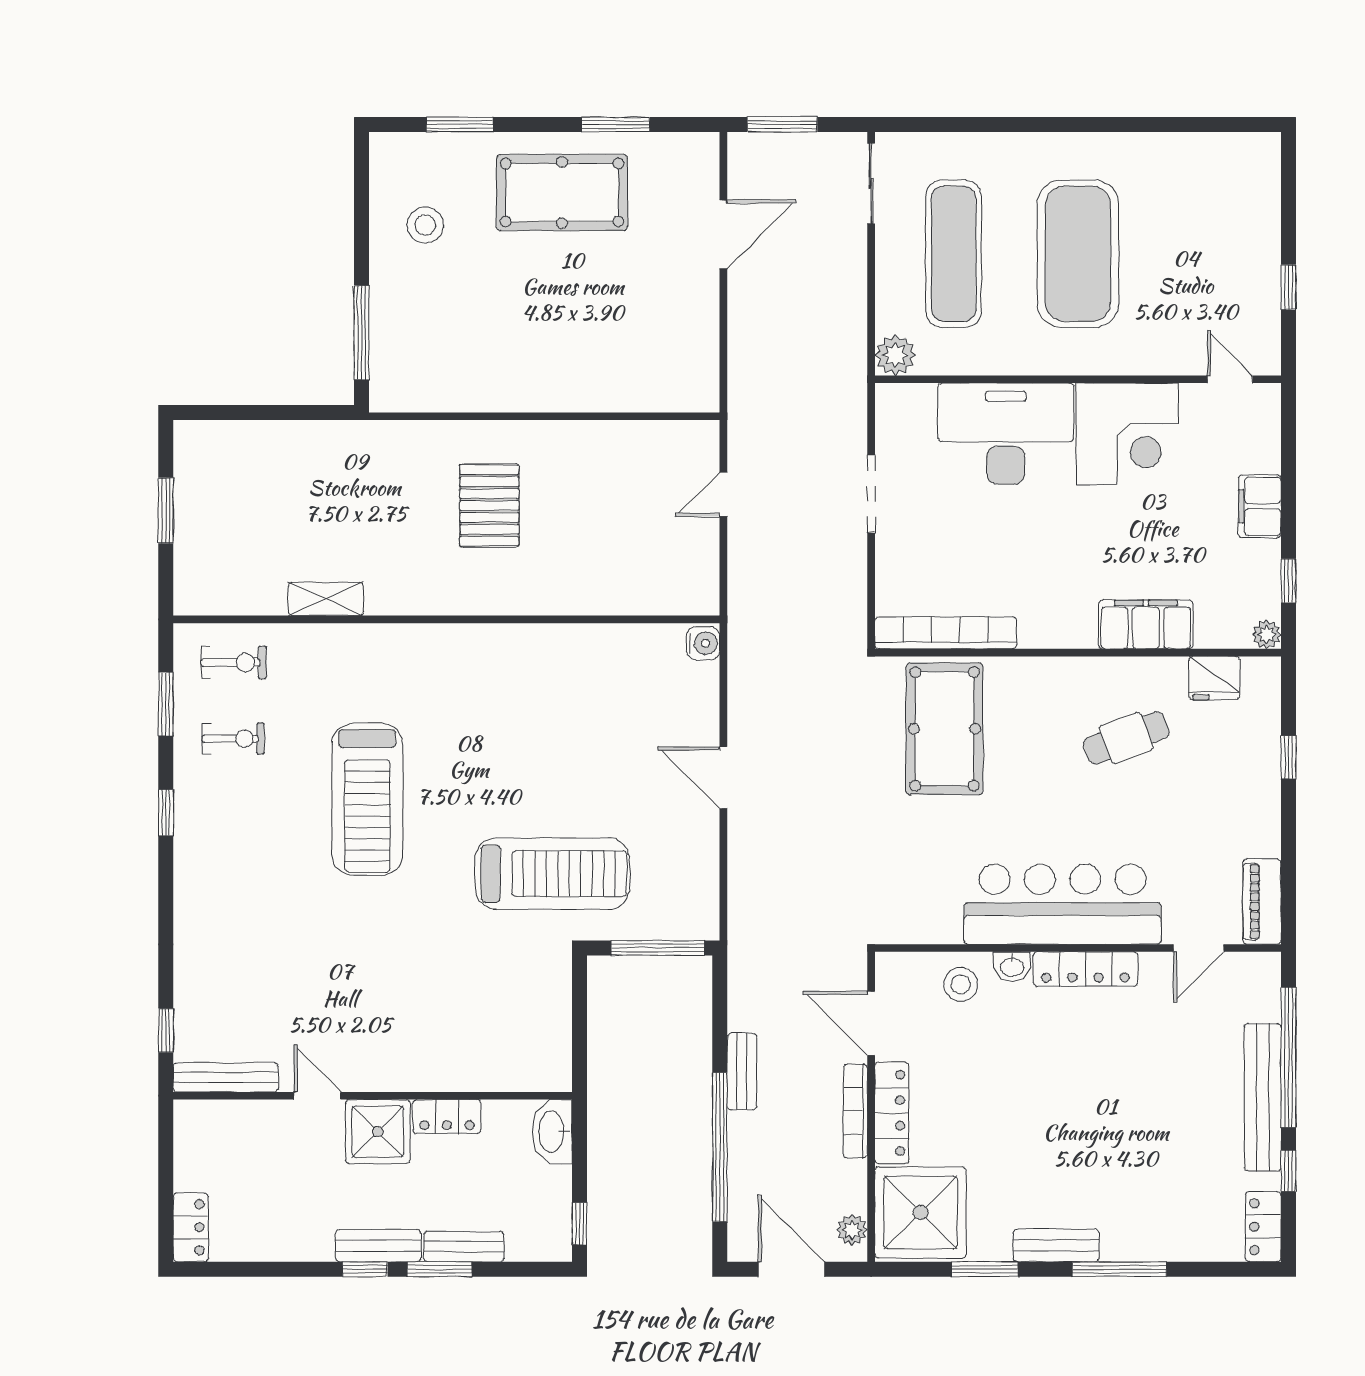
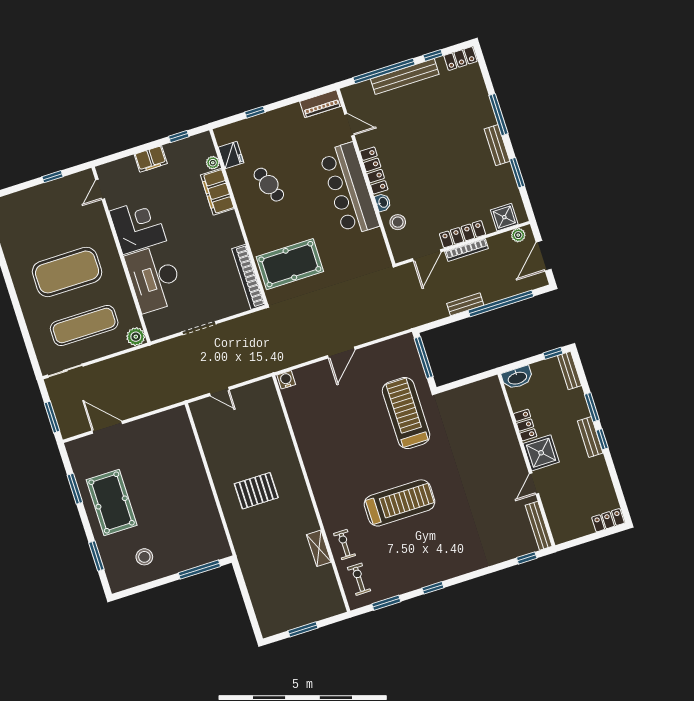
plant: (1267, 634) -> (213, 163), moved
exercise bike: (233, 739) -> (344, 545), moved
shower: (921, 1212) -> (504, 217), width x0.54, depth x0.54
bench: (464, 1247) -> (569, 371), moved

